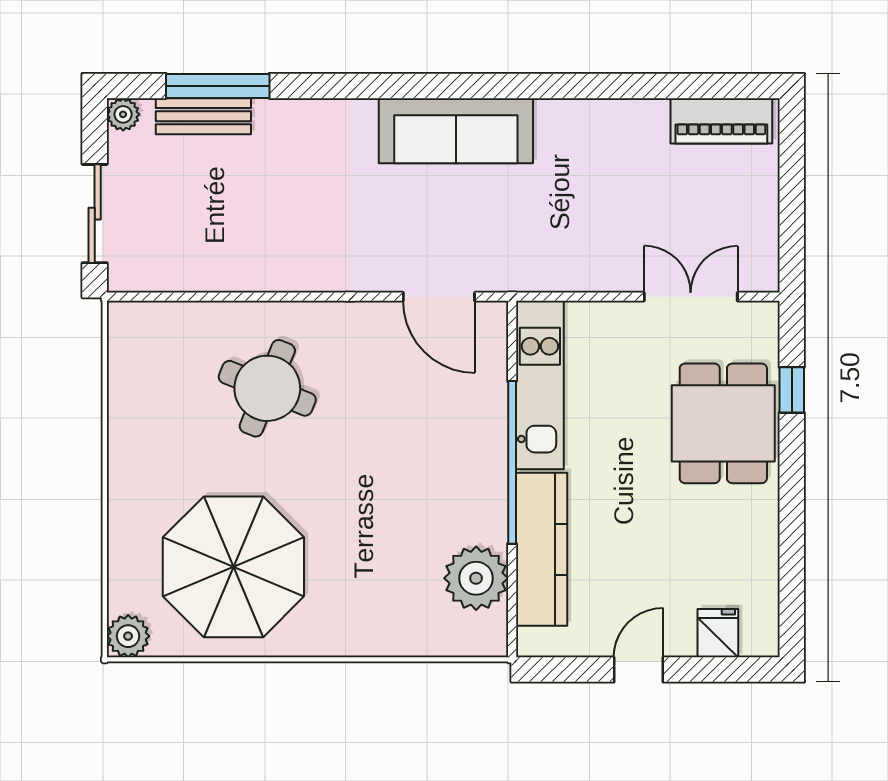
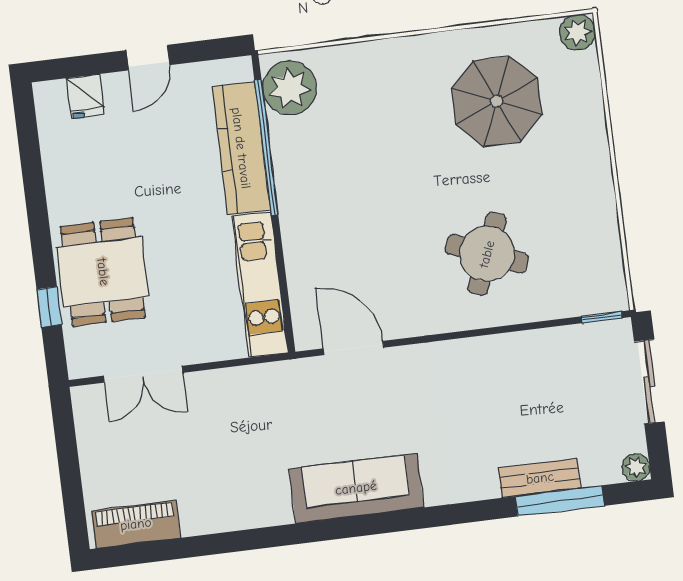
bench: (203, 116) -> (540, 478), moved
window: (142, 297) -> (601, 317), added
window: (512, 462) -> (266, 147), moved
parasol: (233, 567) -> (497, 101), width x0.73, depth x0.73
plant: (476, 578) -> (289, 88), moved

